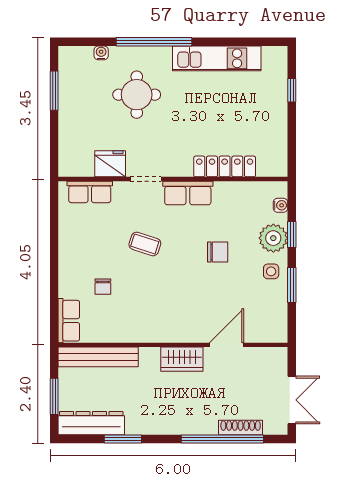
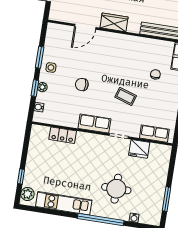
plant: (277, 64) -> (27, 194), added
locker: (225, 166) -> (63, 135), width x0.66
plant: (273, 238) -> (42, 87), width x0.53, depth x0.53

